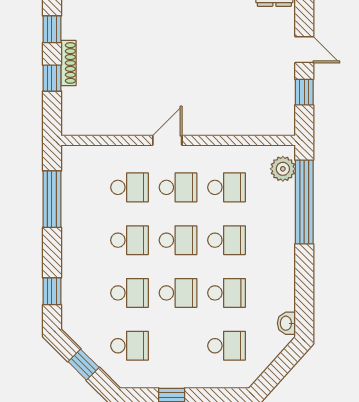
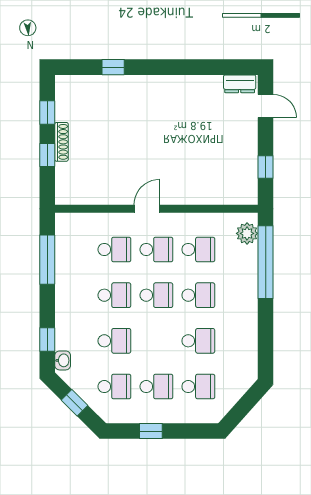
door: (304, 50) -> (266, 106), moved
school desk: (178, 293) -> (156, 387), moved
washbasin: (286, 323) -> (63, 360), moved, turned 180

